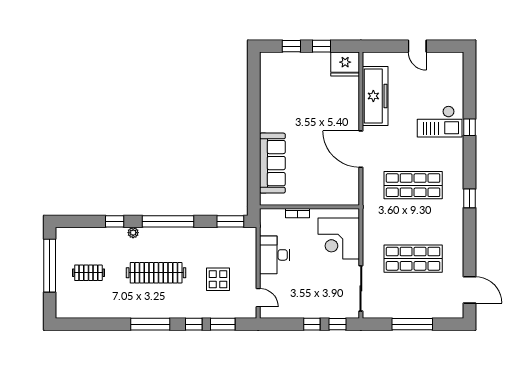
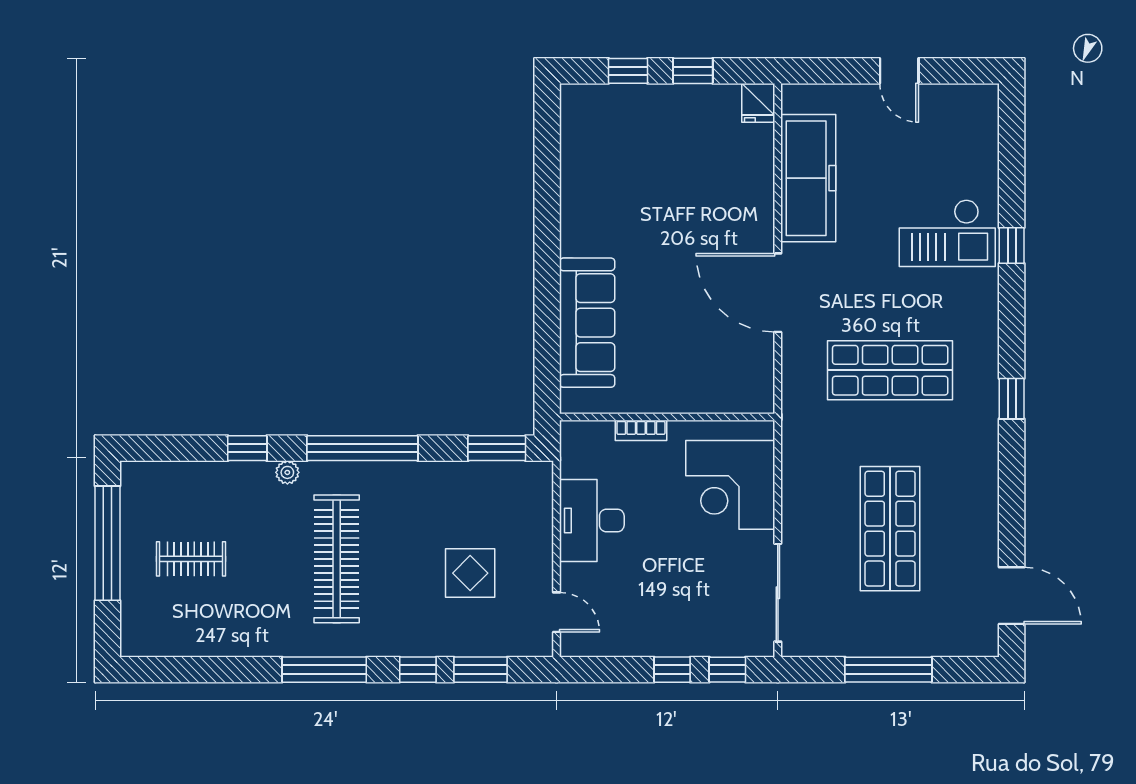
fridge: (345, 64) -> (758, 103), width x0.53, depth x0.75
shop shelf: (413, 259) -> (890, 529), turned 90
clothes rail: (156, 273) -> (337, 559), turned 90

